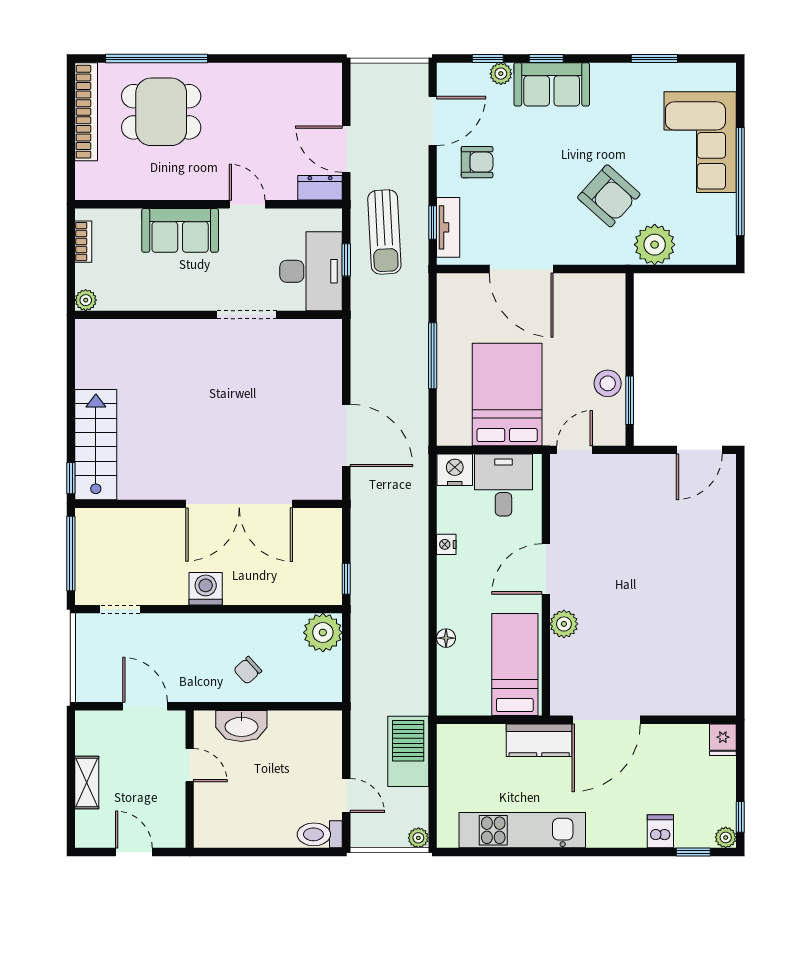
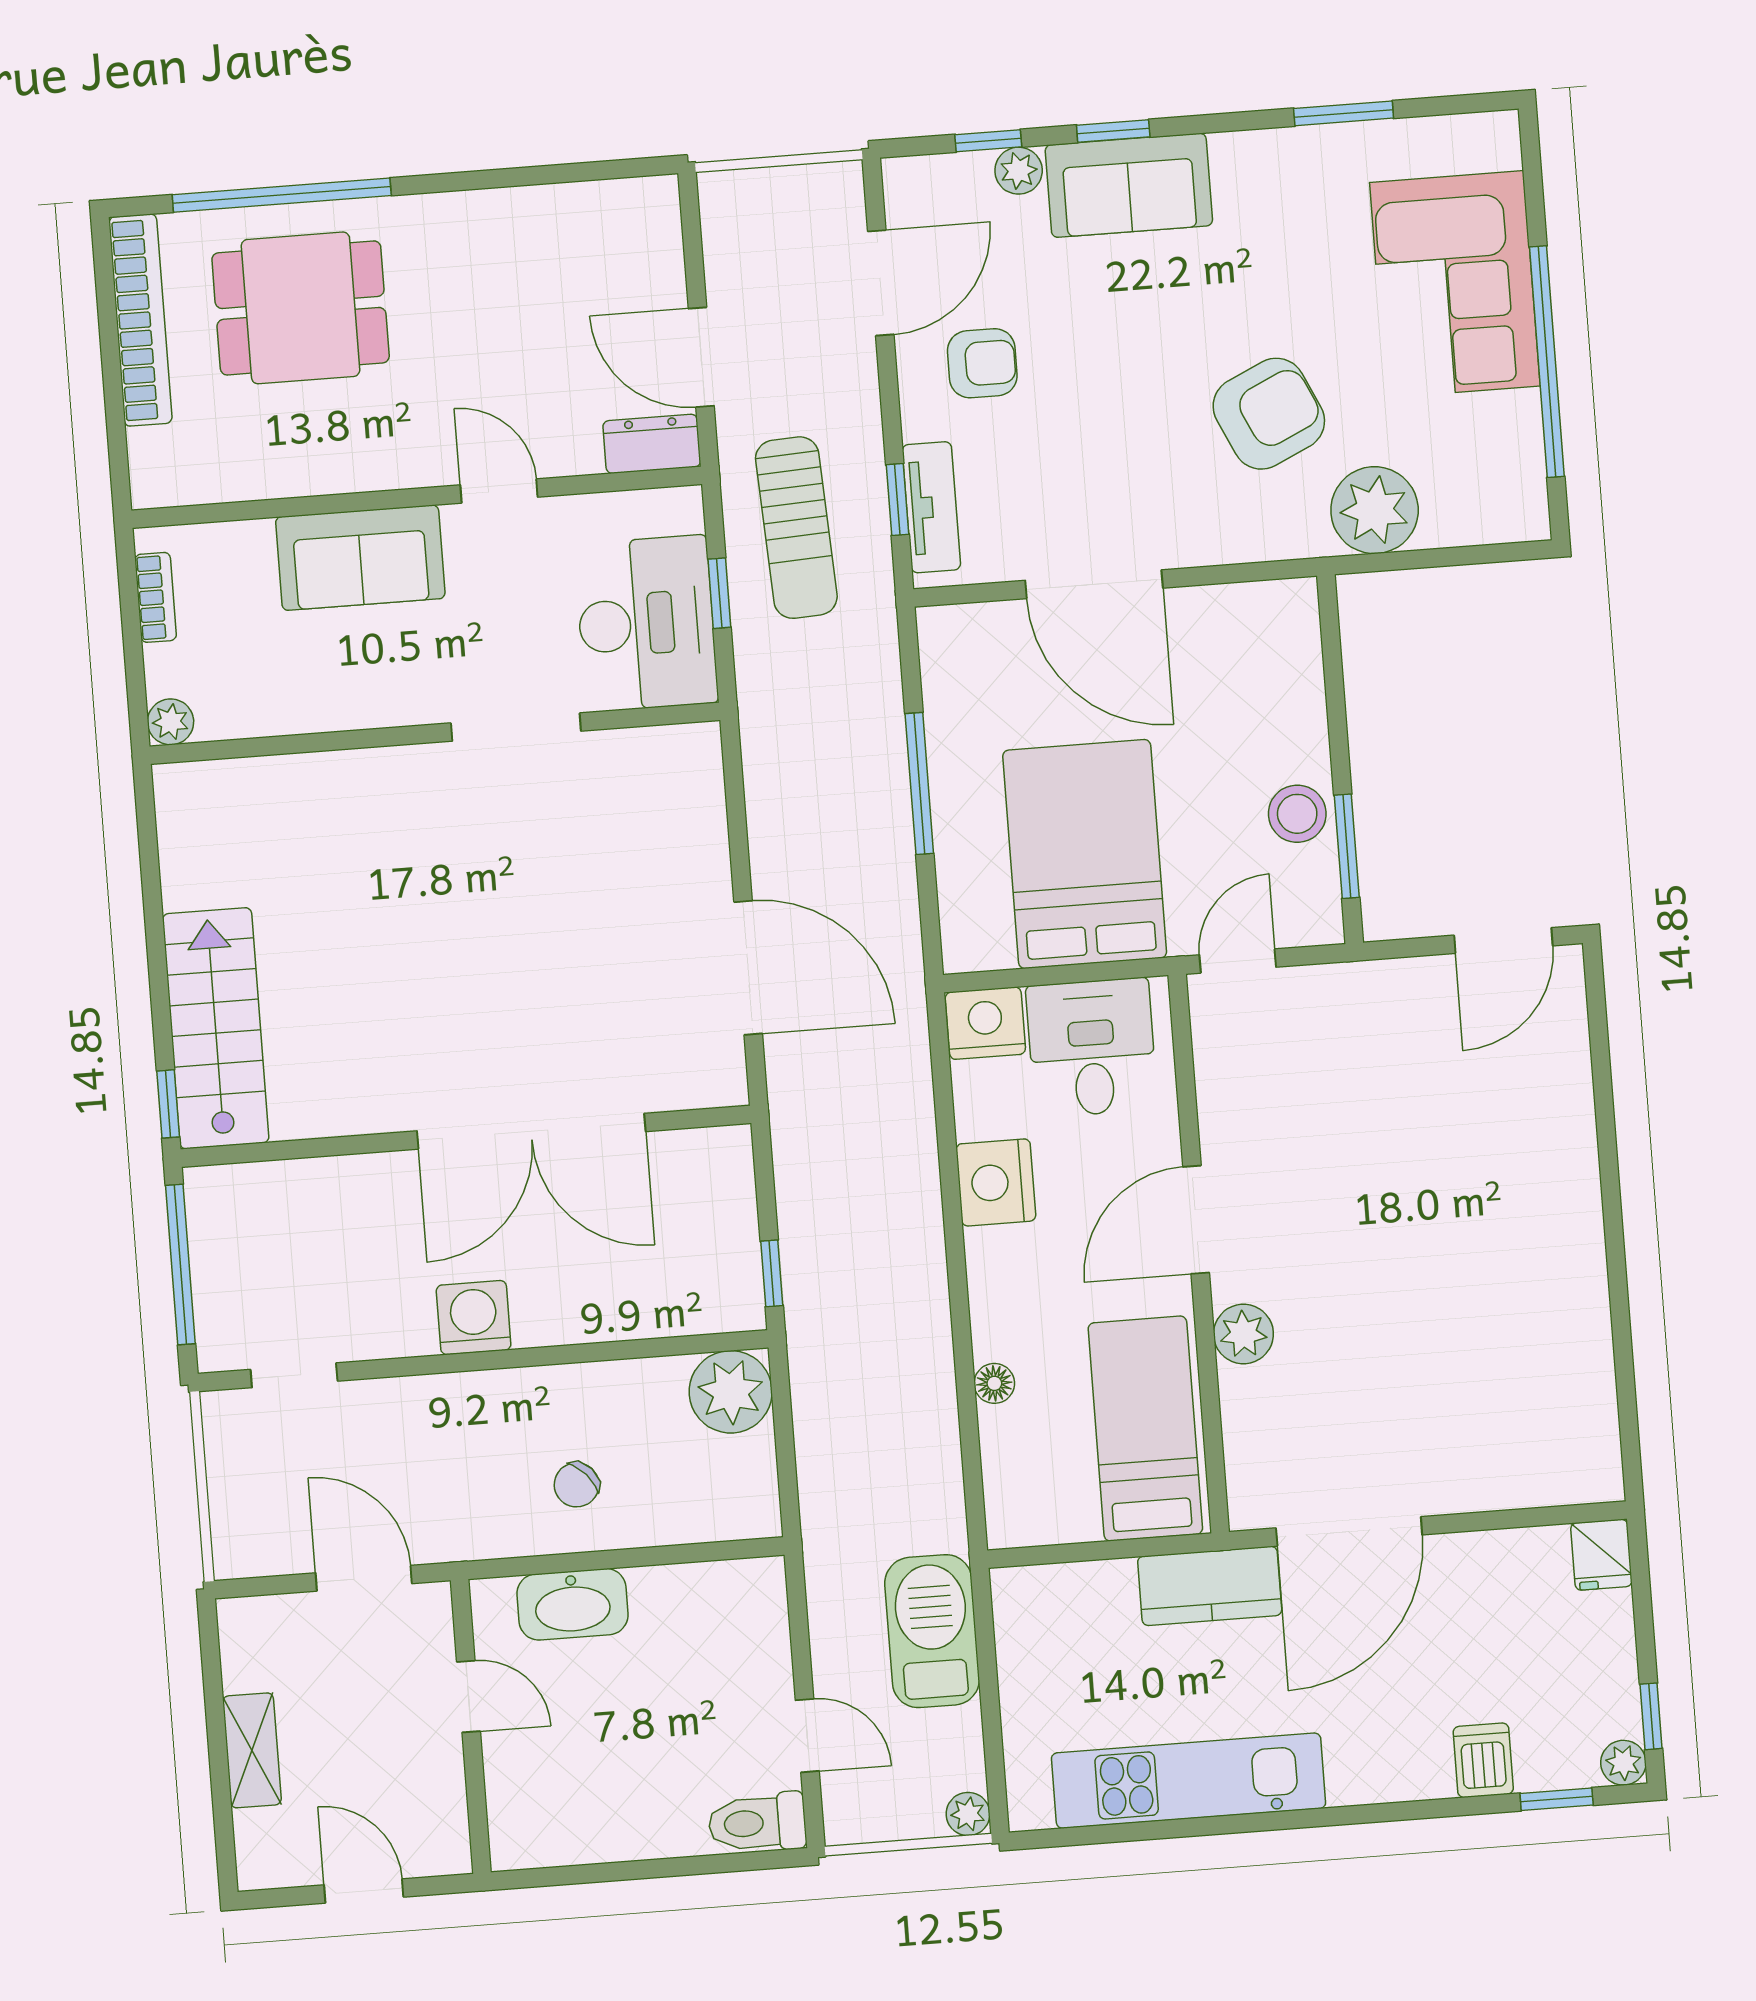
armchair: (609, 196) -> (1269, 414), turned -67
nightstand: (446, 544) -> (996, 1182), width x1.89, depth x1.79

